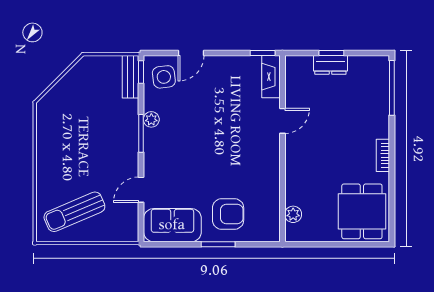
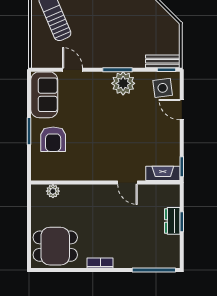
plant: (151, 119) -> (123, 83), width x1.87, depth x1.87

